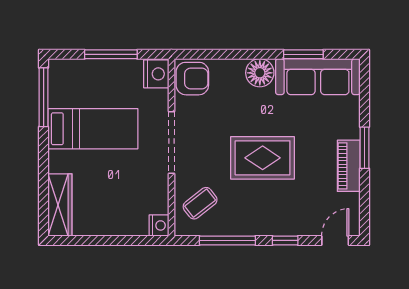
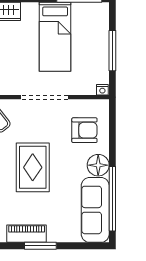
window: (303, 54) -> (112, 199), width x2.11
nightstand: (156, 74) -> (102, 90), width x0.53, depth x0.56
armchair: (192, 79) -> (84, 130), moved, turned -90

